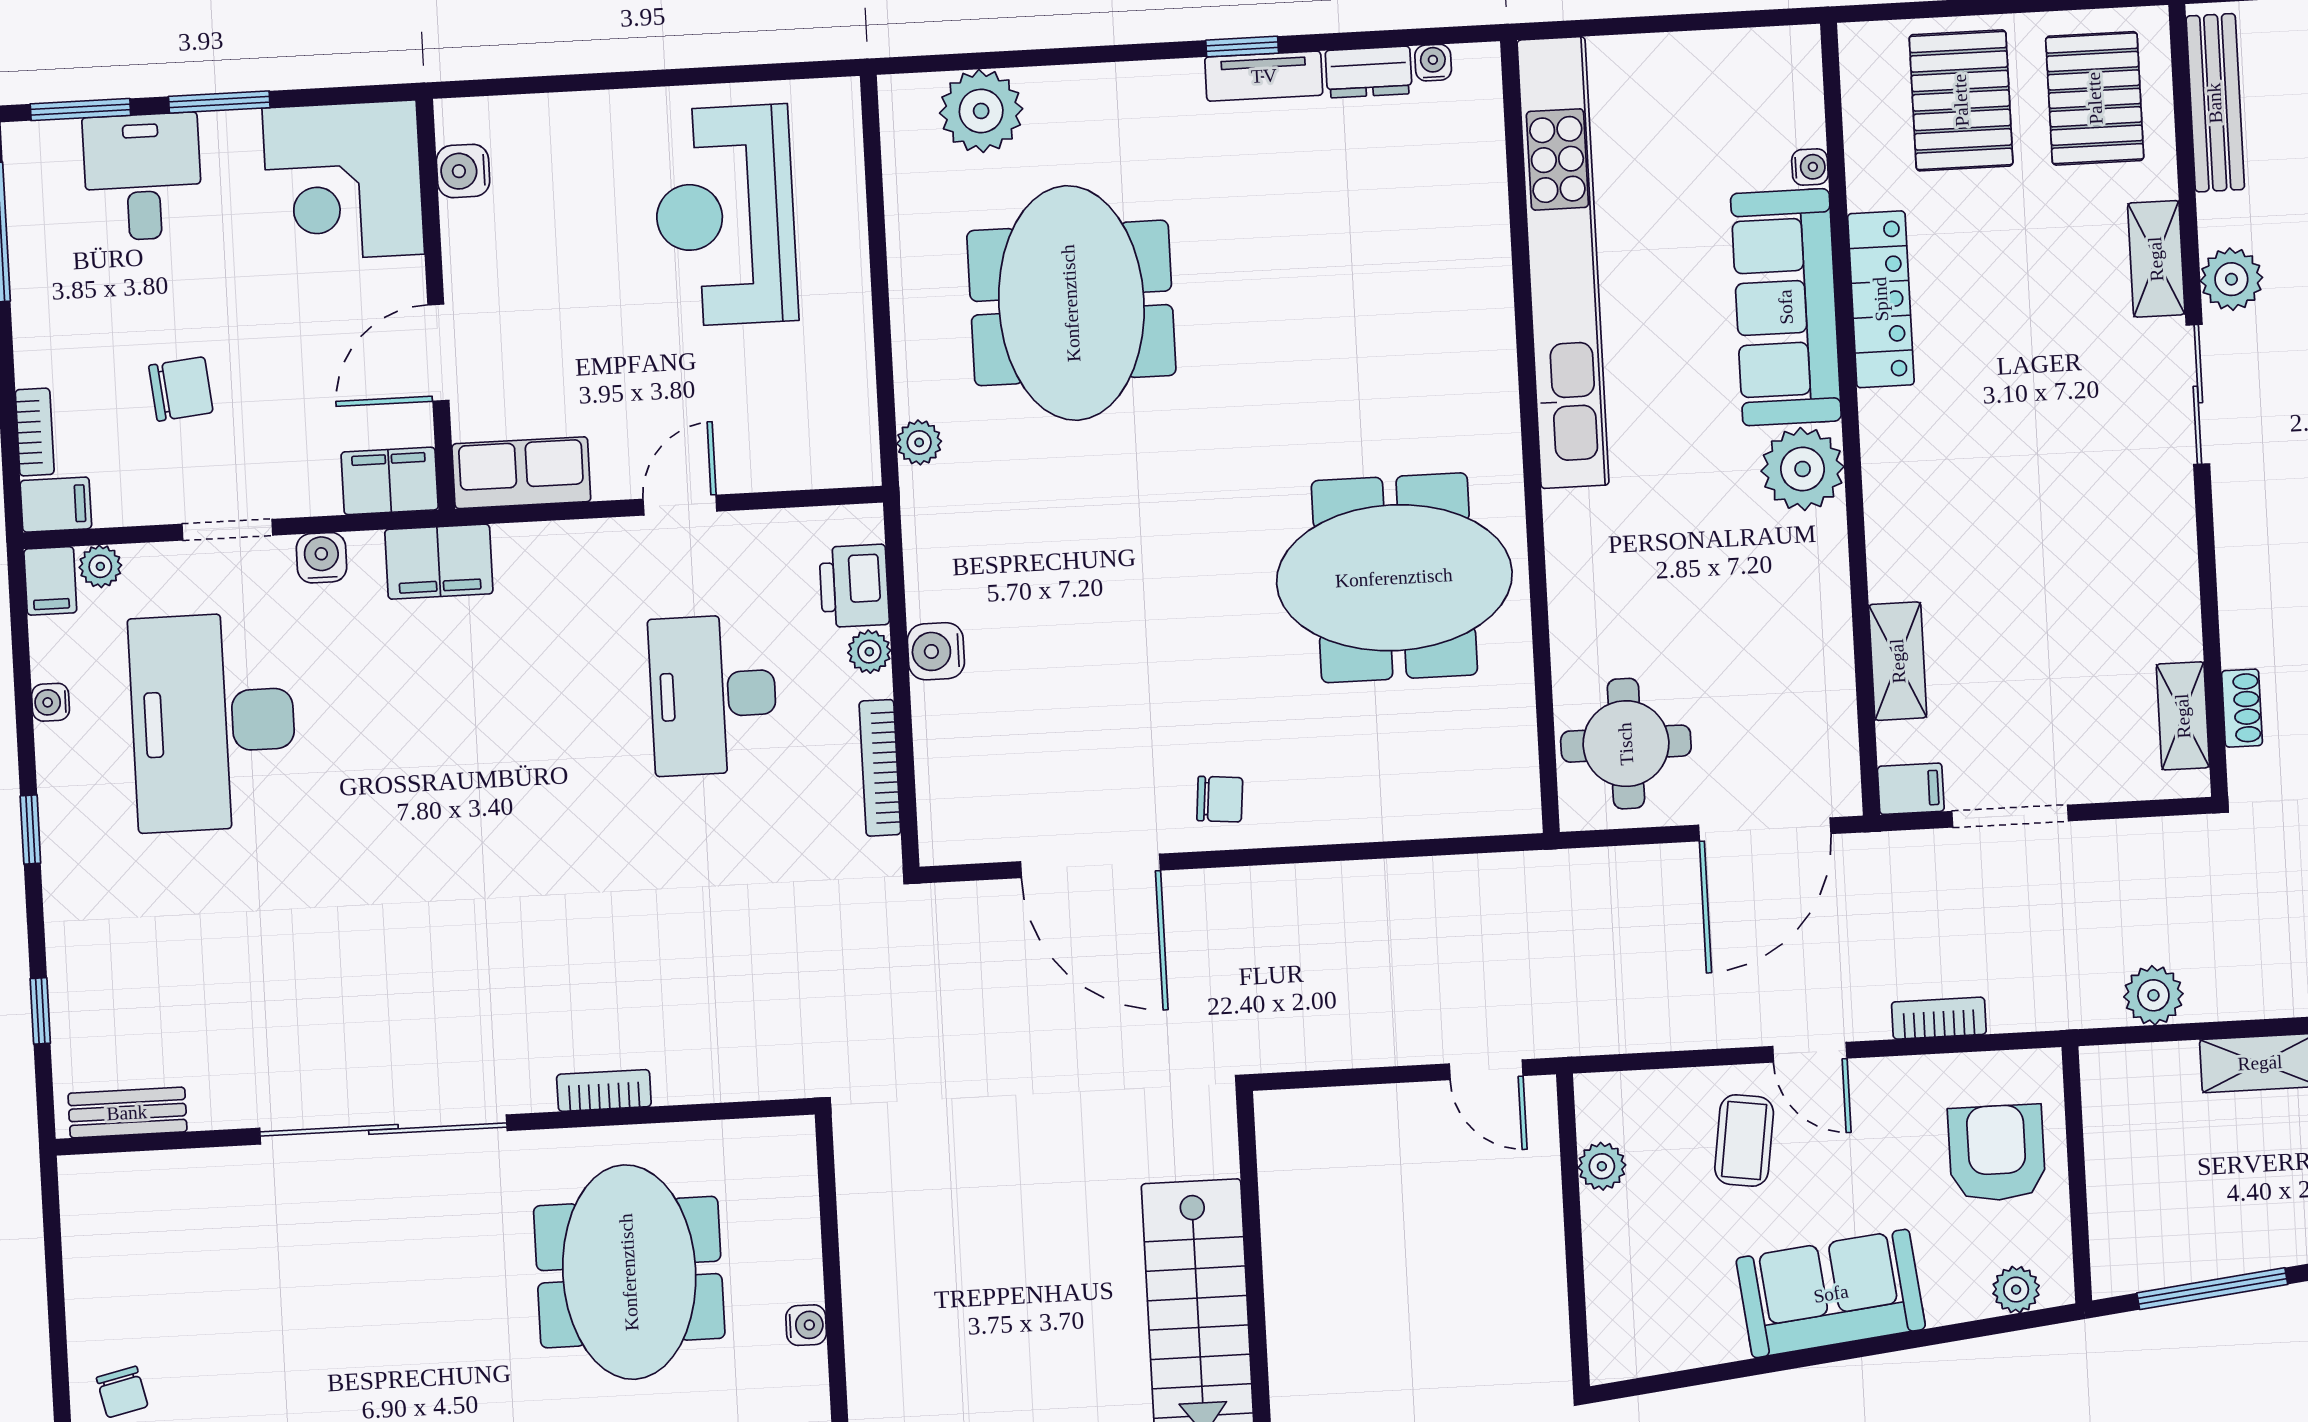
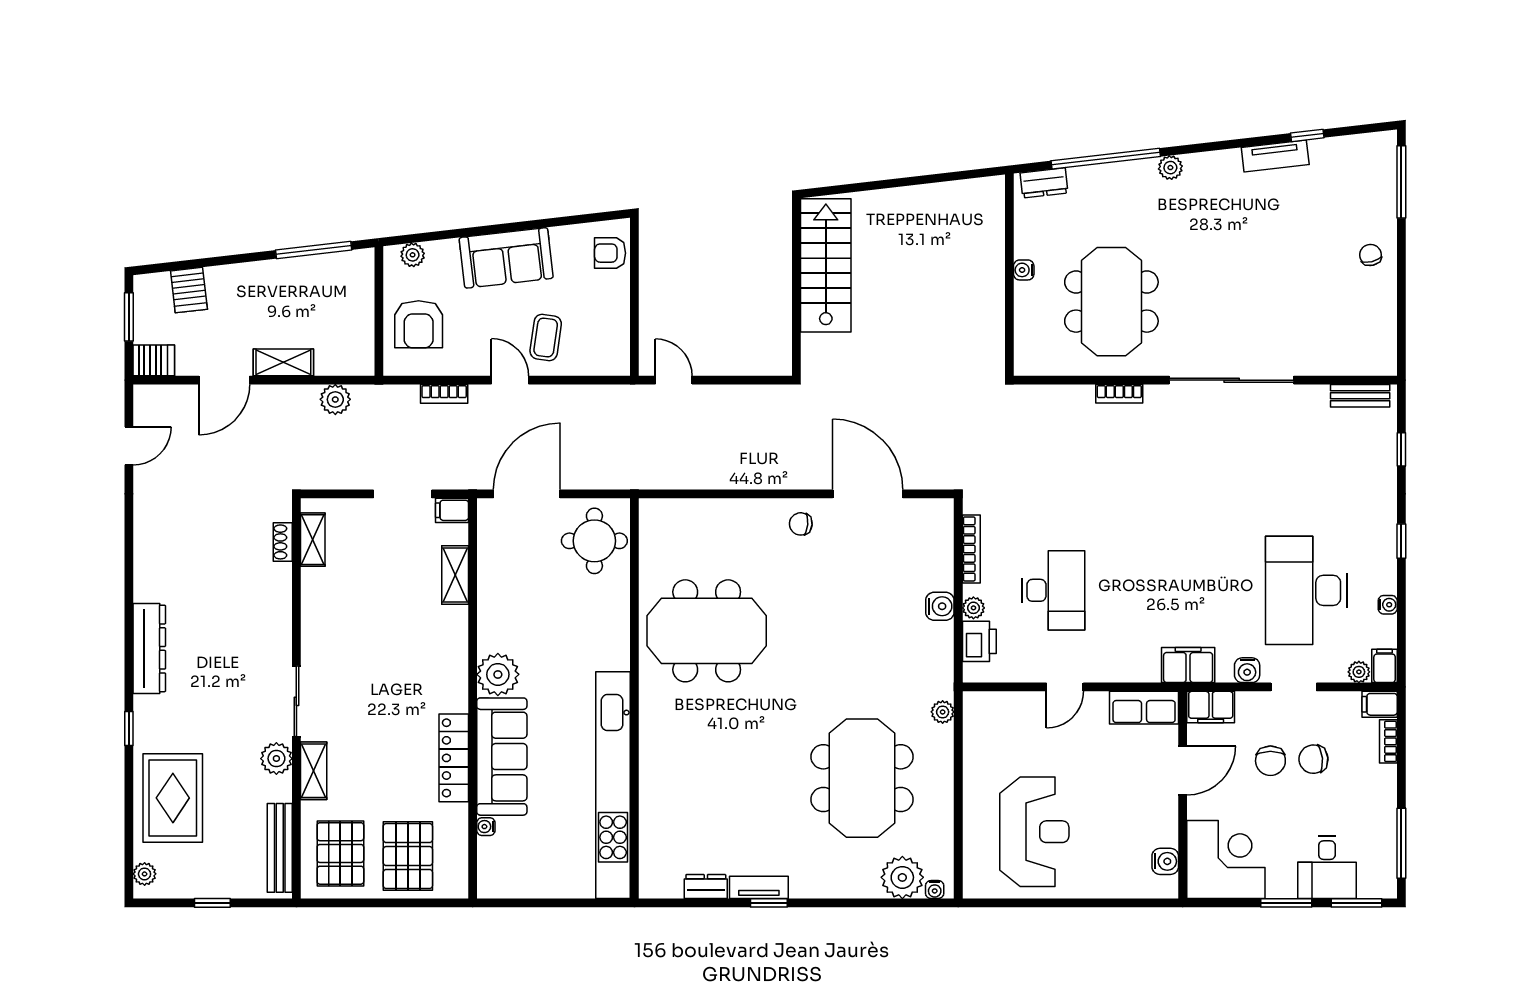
water cooler: (1433, 63) -> (935, 889), moved
chair: (266, 381) -> (1270, 761), added
desk: (213, 722) -> (1306, 590), turned 180
plant: (1602, 1166) -> (618, 328), removed
armchair: (1626, 1314) -> (610, 253), added

